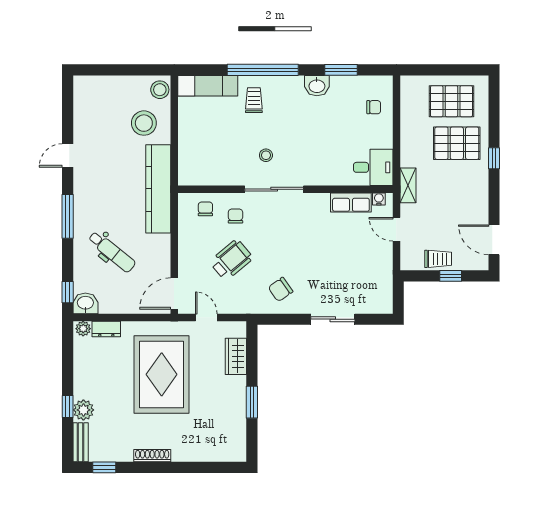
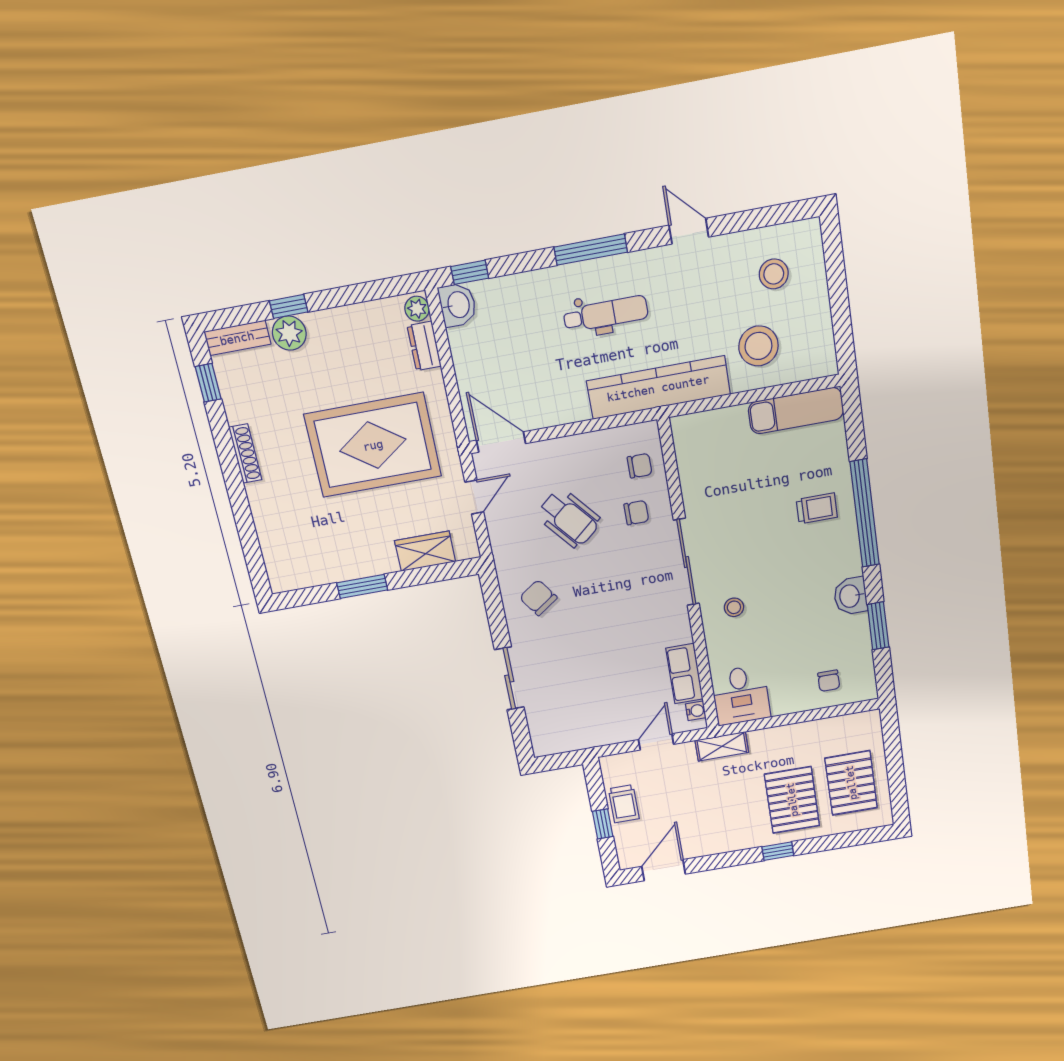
exam couch: (208, 86) -> (796, 411), moved, turned -90
stool: (160, 90) -> (774, 274), moved
stool: (266, 155) -> (734, 607), moved
dental chair: (112, 252) -> (606, 314), moved, turned -129

